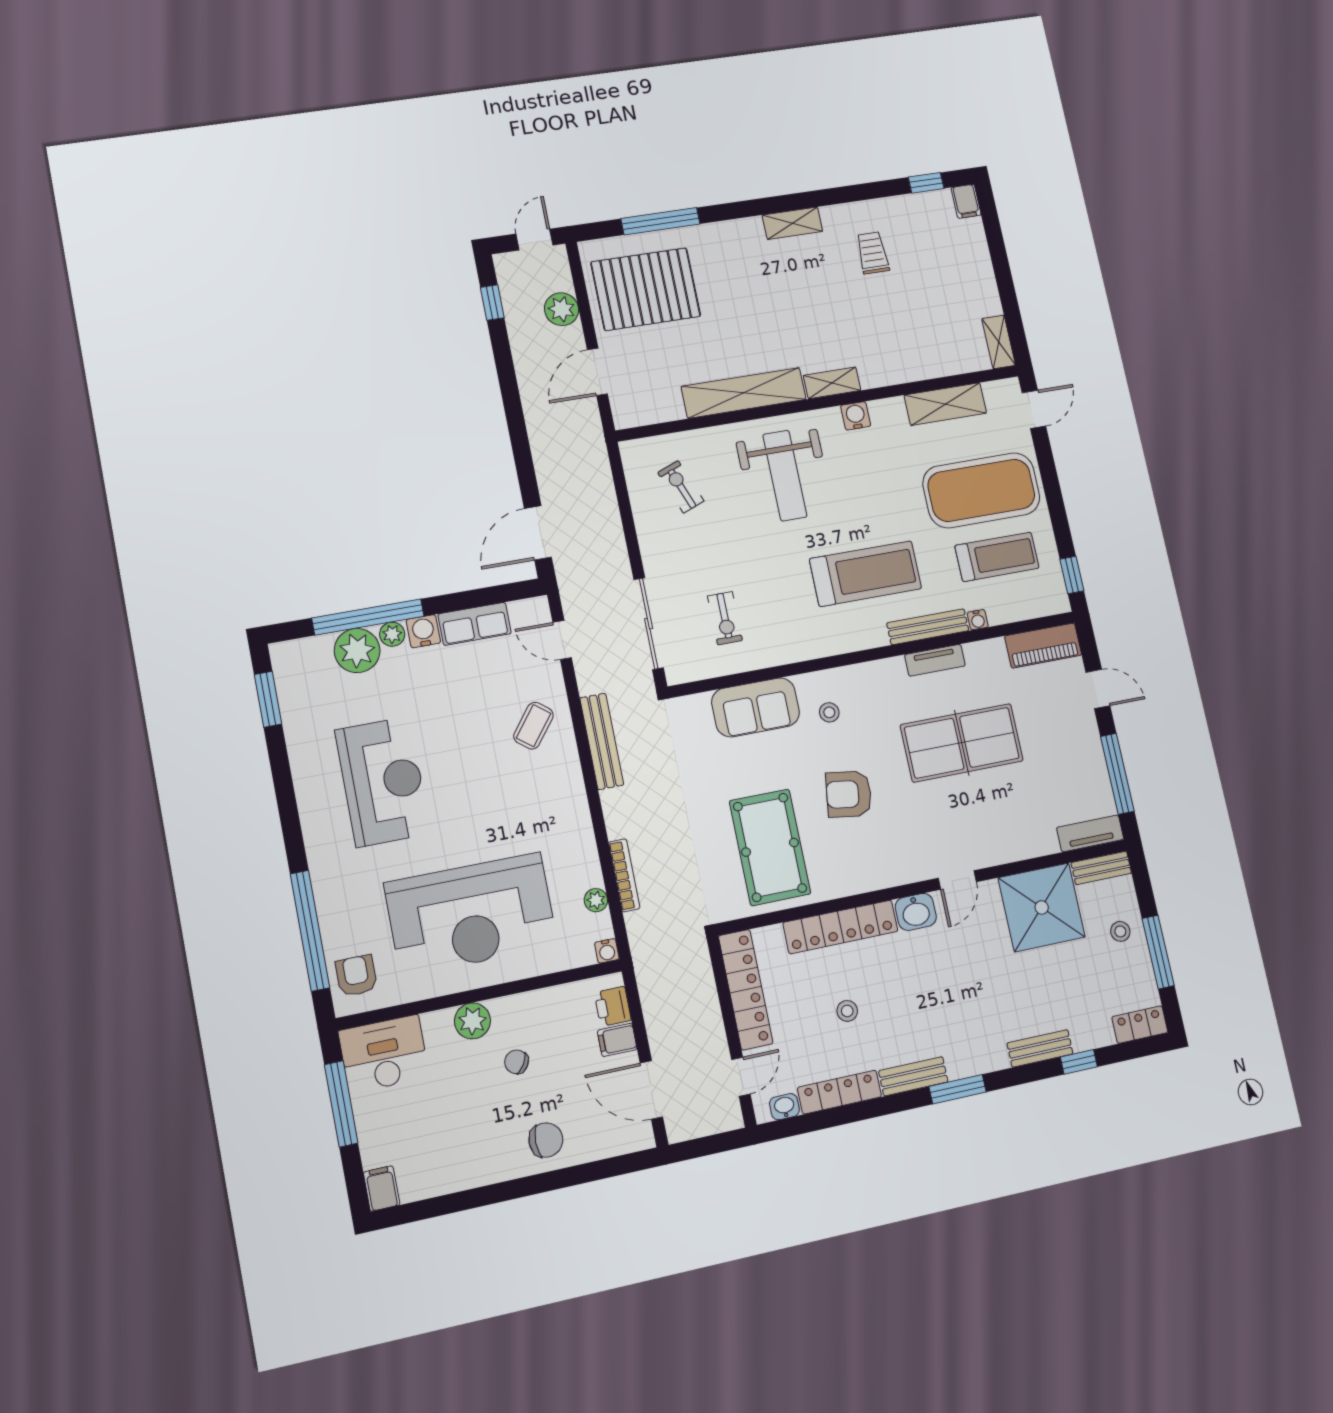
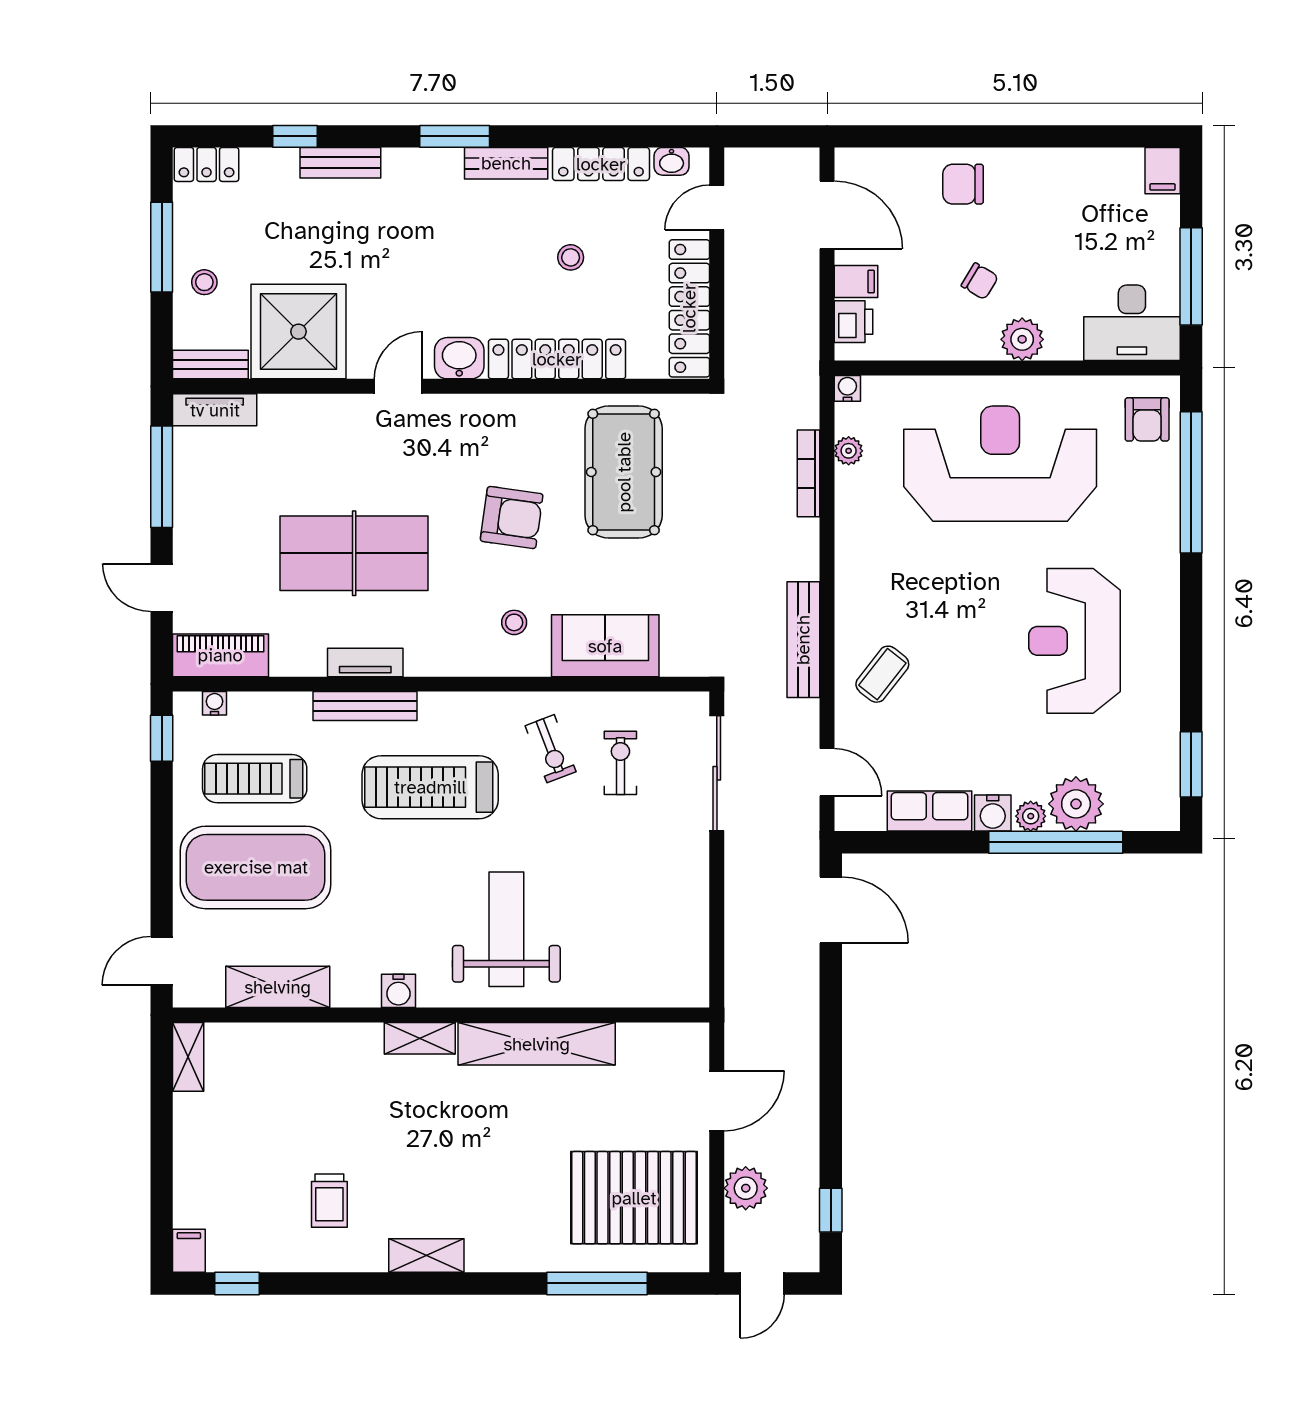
exercise bike: (681, 487) -> (551, 749), moved
door: (538, 533) -> (831, 910), hinge flipped
water cooler: (978, 620) -> (215, 703), moved

